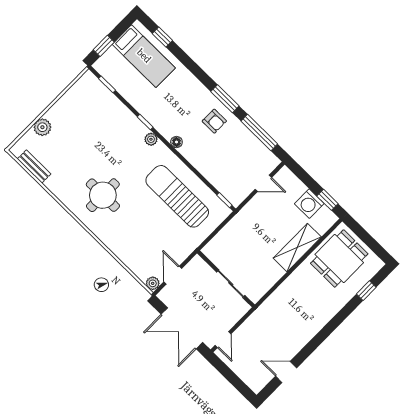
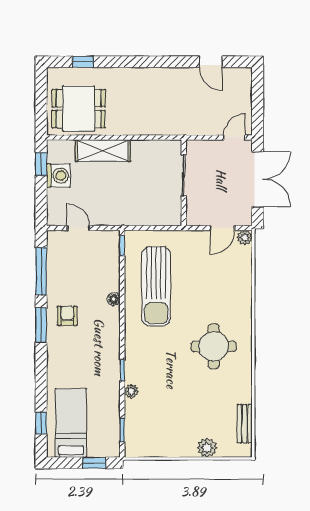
plant: (151, 139) -> (131, 391), moved
floor lamp: (176, 142) -> (114, 299), moved

